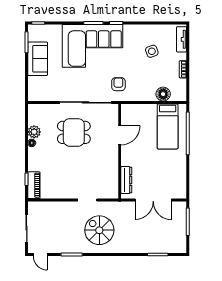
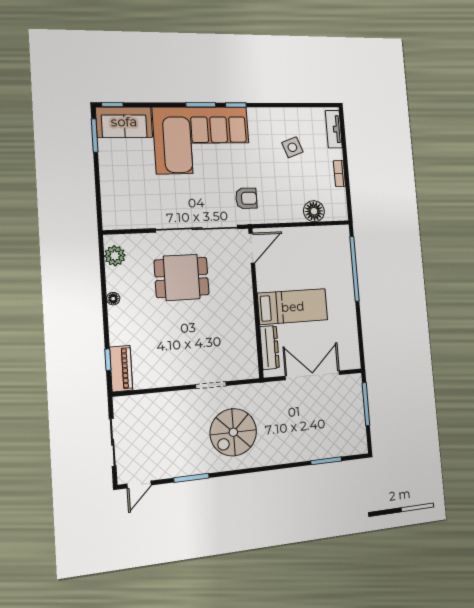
sofa: (38, 59) -> (124, 122), moved, turned 90
armchair: (118, 84) -> (246, 198), turned 90
bed: (168, 126) -> (293, 307), moved, turned -90
plant: (34, 132) -> (115, 256), moved
door: (120, 135) -> (252, 248), moved
double door: (153, 200) -> (313, 375), swing flipped
spiral stairs: (99, 230) -> (233, 432), turned -90
door: (40, 255) -> (139, 485), hinge flipped

